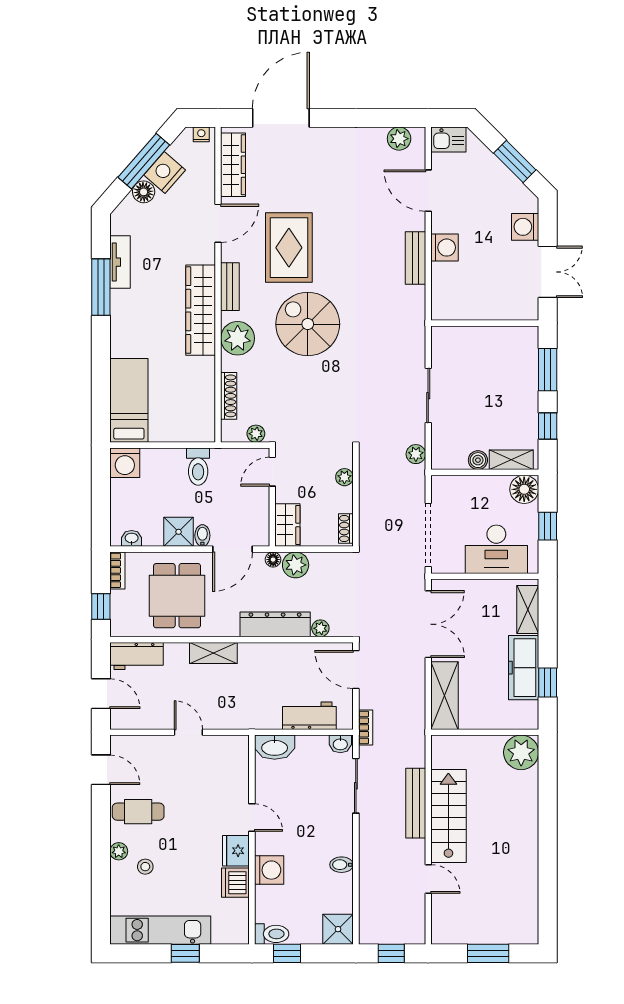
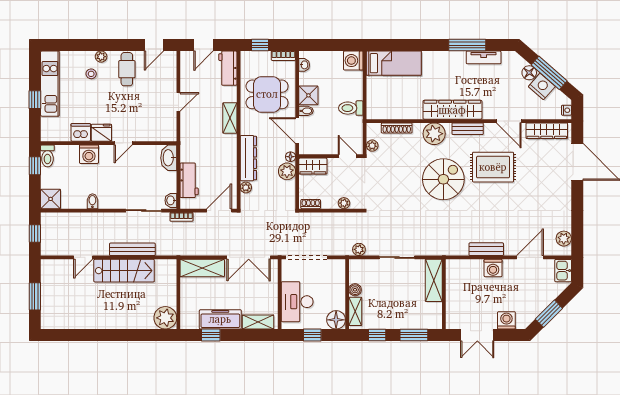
shelving: (464, 339) -> (434, 280), added

